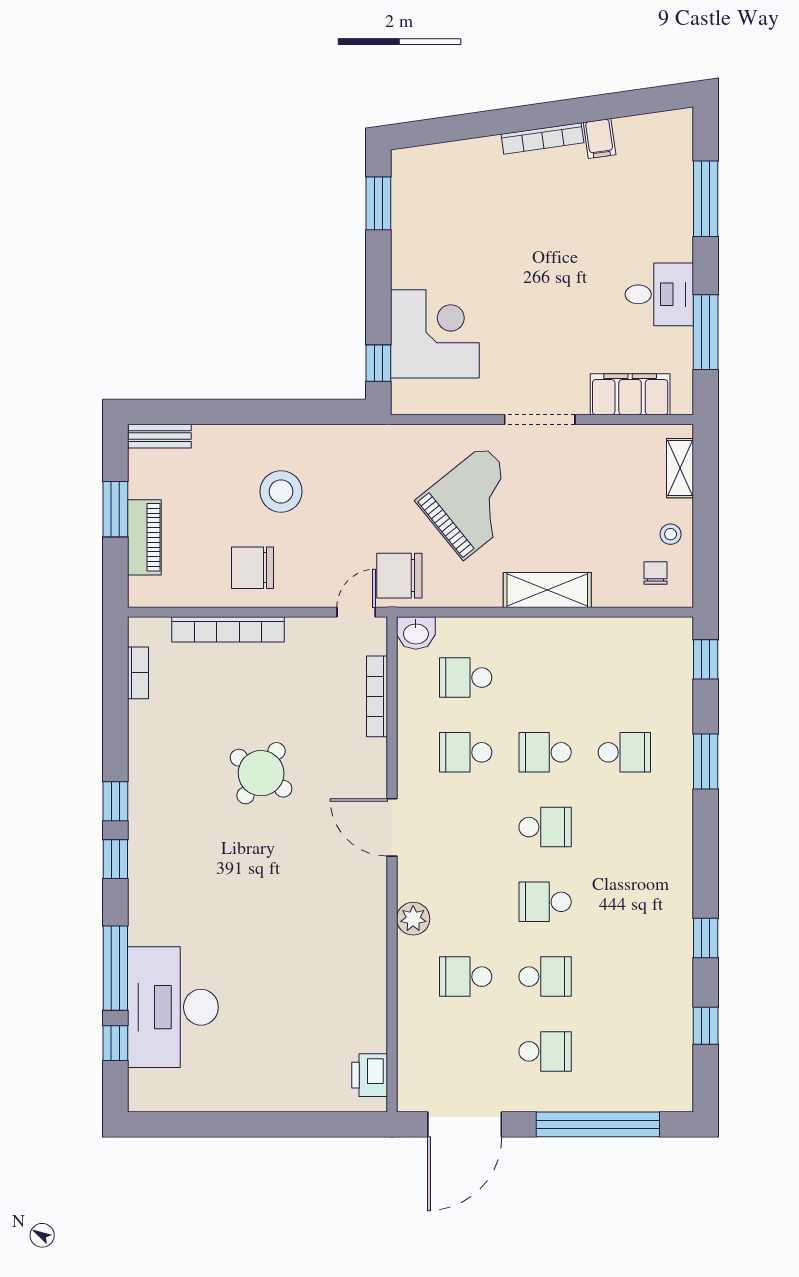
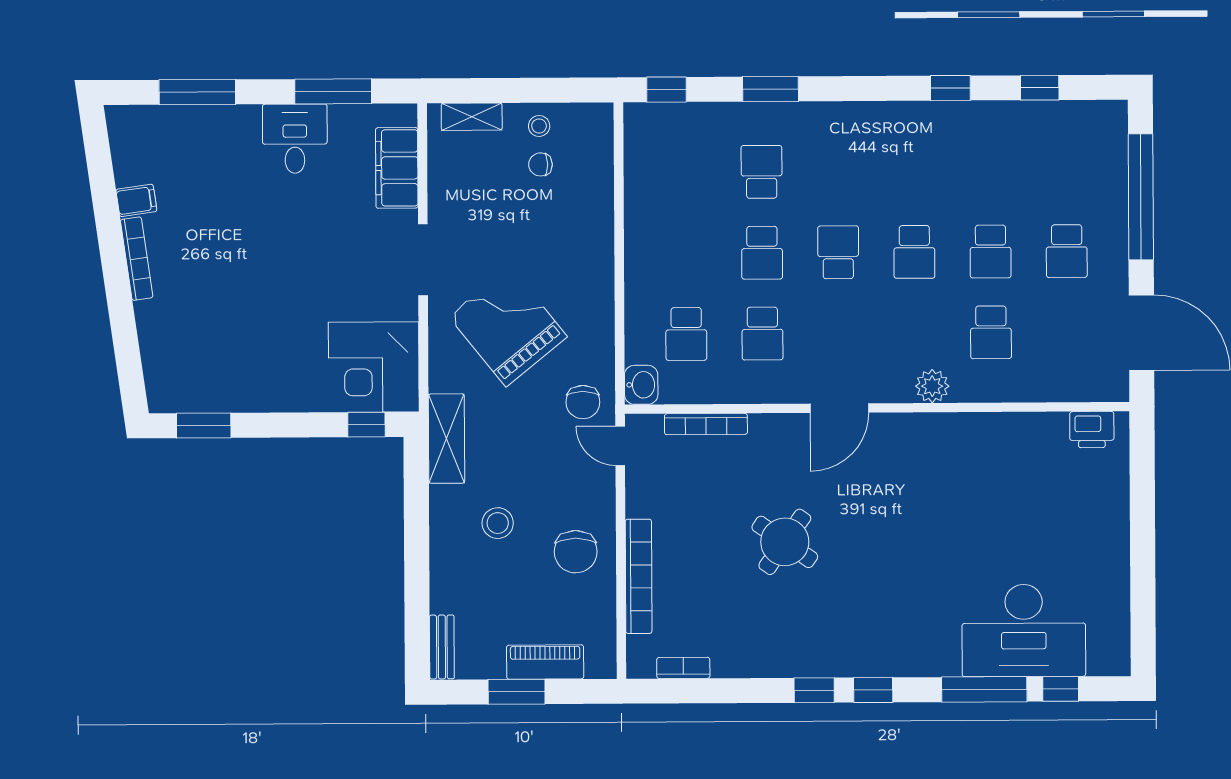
corner desk: (435, 334) -> (374, 367), moved, turned -90
stool: (281, 491) -> (498, 523), width x0.73, depth x0.73
chair: (655, 573) -> (540, 164), moved
chair: (399, 576) -> (583, 402), width x0.73, depth x0.73
shelving: (547, 590) -> (446, 439), moved
school desk: (545, 977) -> (991, 251), turned 180
school desk: (545, 1051) -> (1067, 251), turned 180

